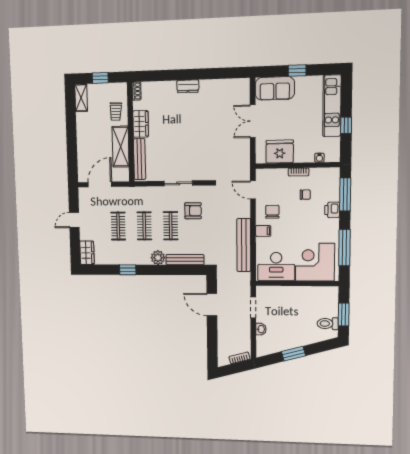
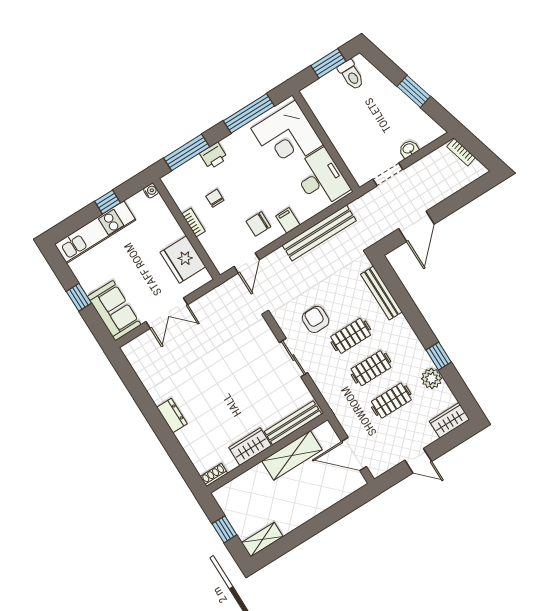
trolley: (116, 111) -> (253, 486), removed
water cooler: (319, 158) -> (151, 191), moved
plant: (158, 258) -> (432, 378), moved

